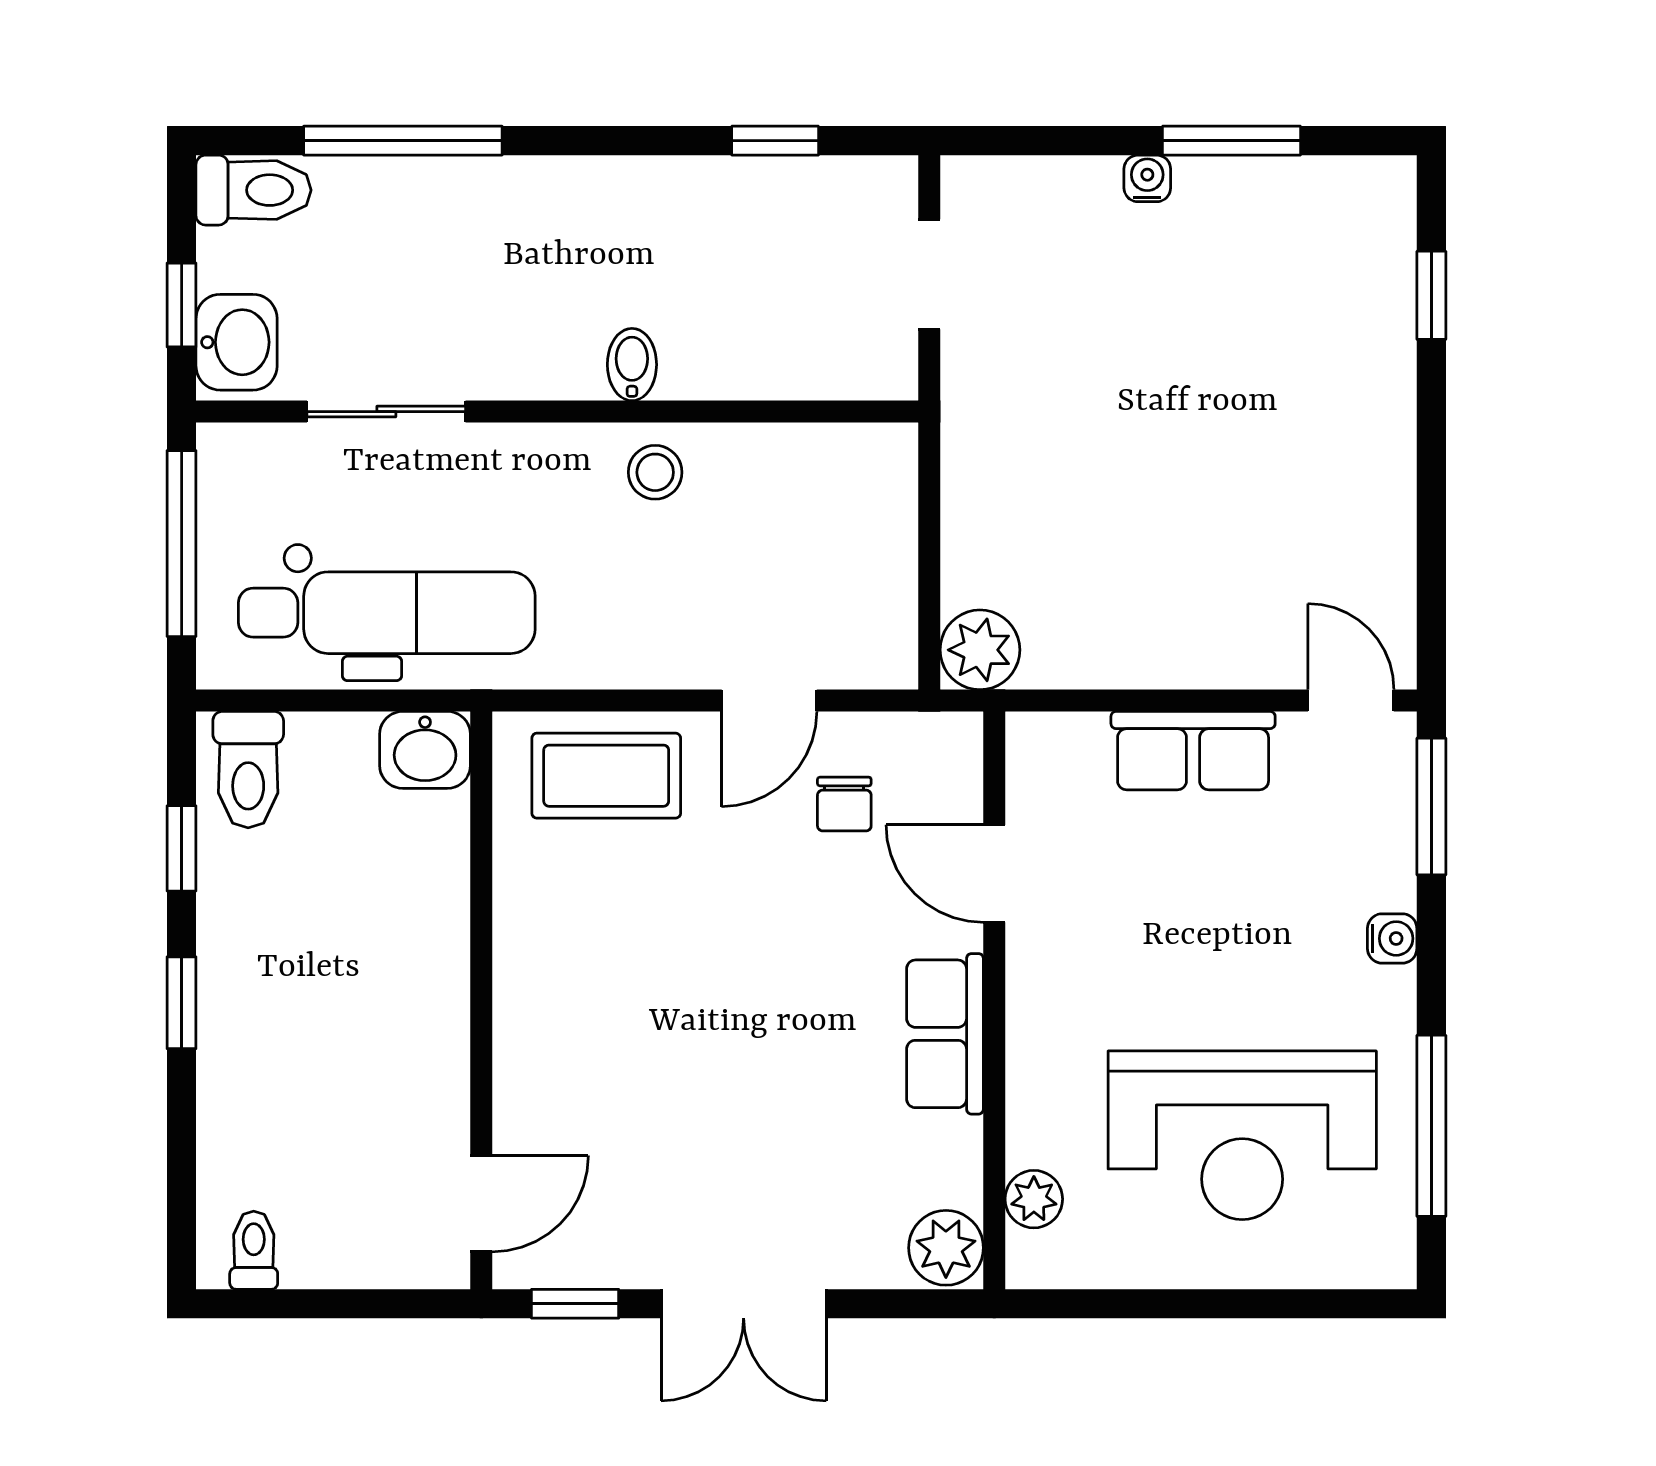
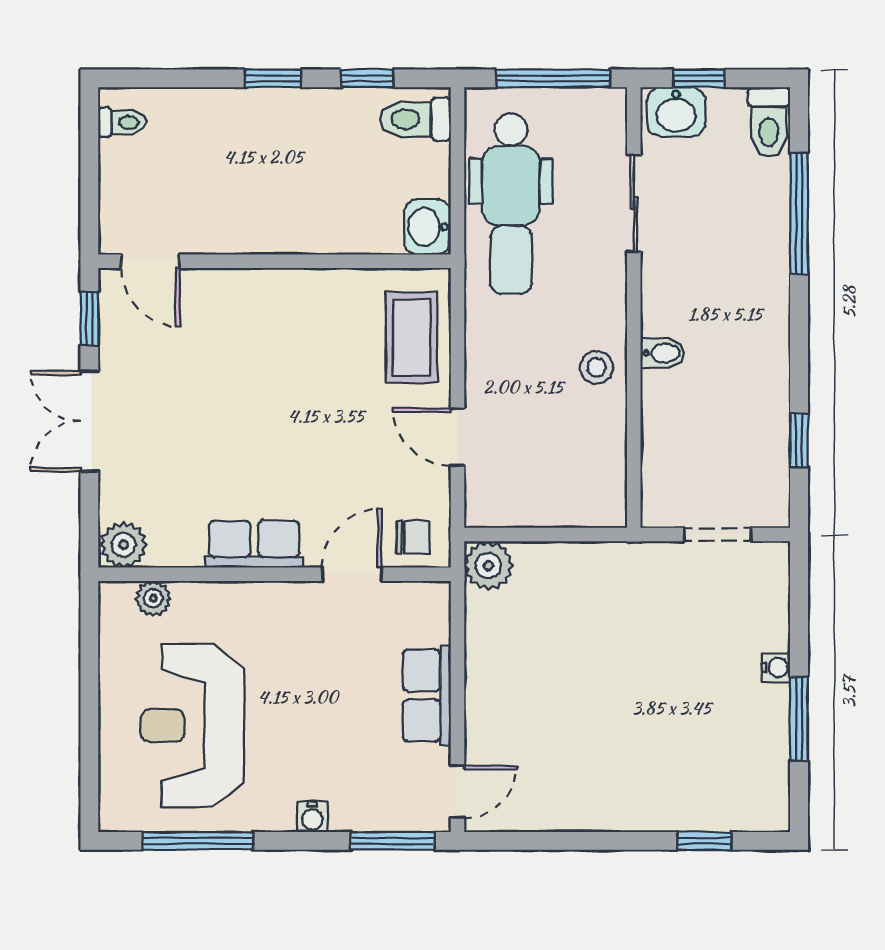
chair: (844, 804) -> (413, 537), moved, turned 180

